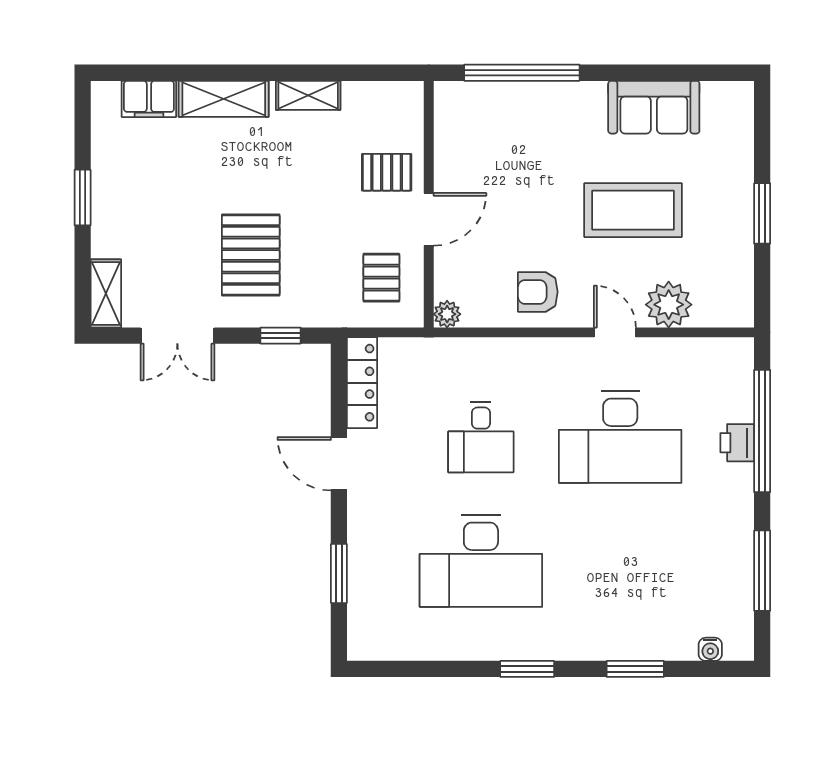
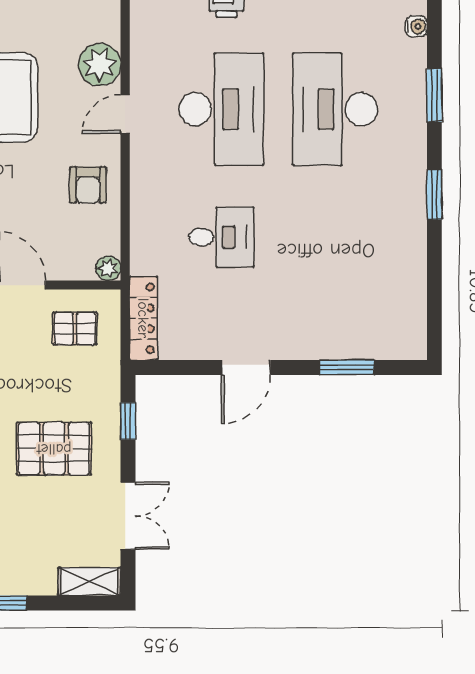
locker: (362, 383) -> (143, 318), moved, turned 90
desk: (481, 561) -> (335, 109), moved, turned 180

